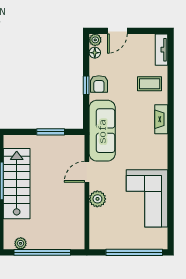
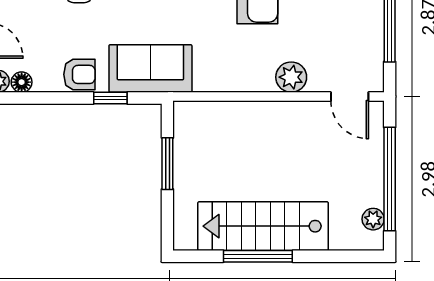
window: (86, 85) -> (110, 98), moved
sofa: (102, 131) -> (150, 68), width x0.73
door: (87, 172) -> (350, 97), moved

